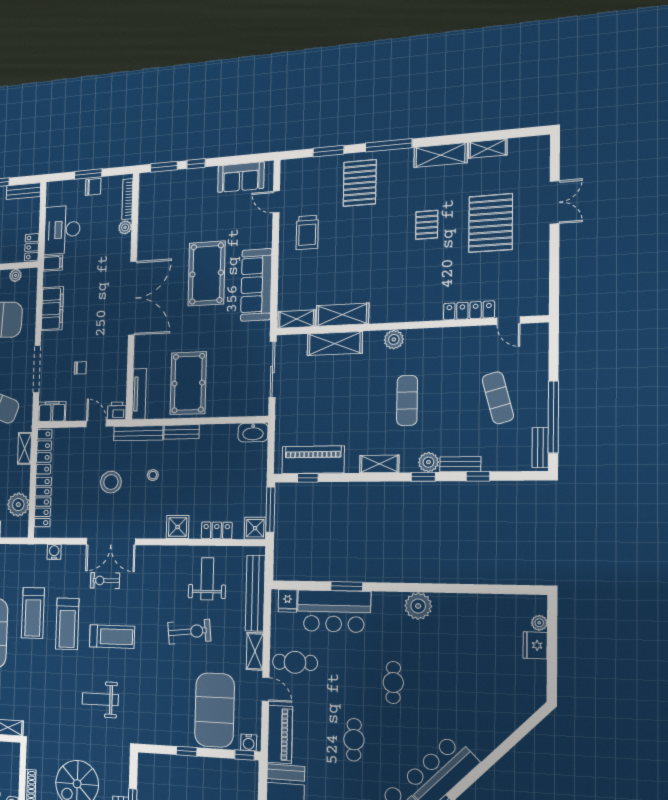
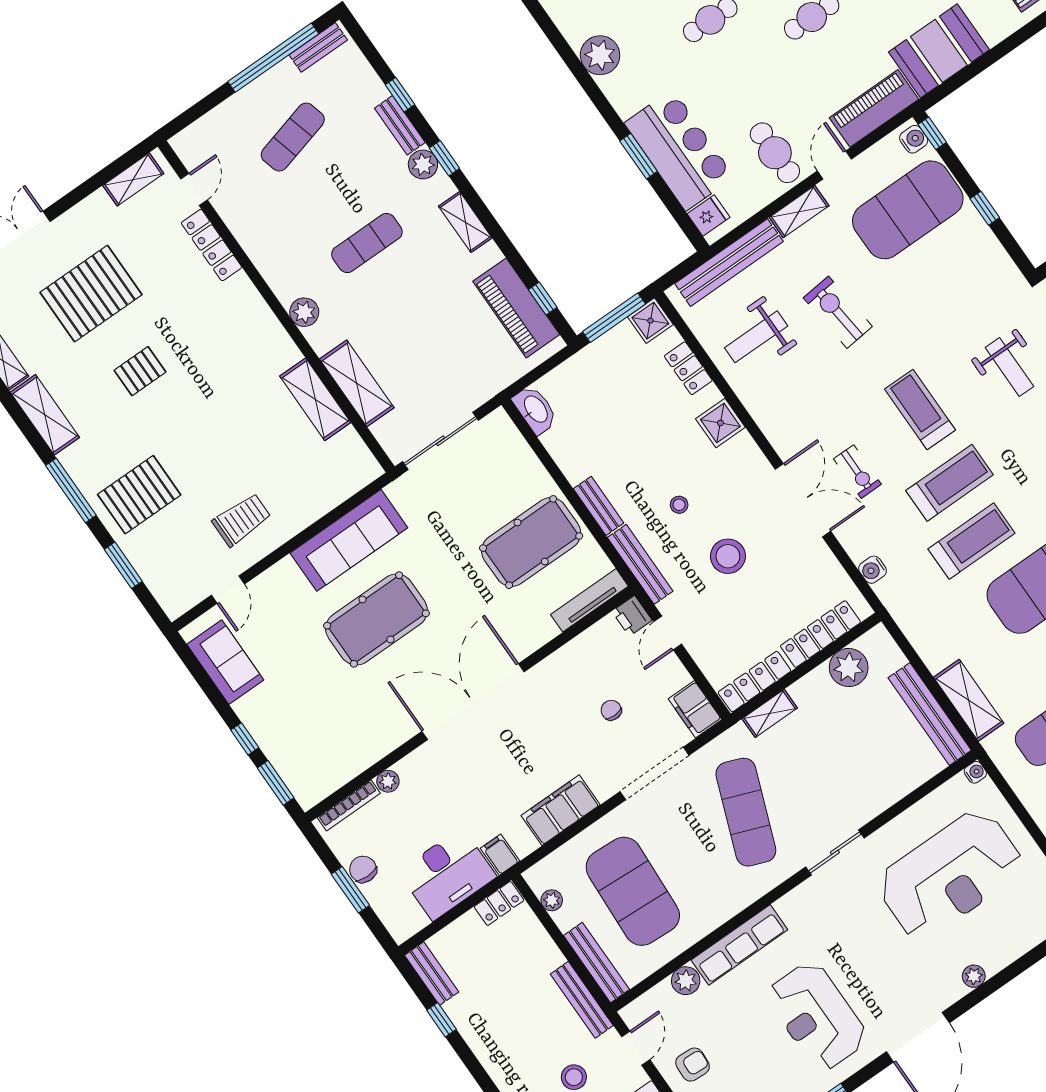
shelving: (297, 319) -> (133, 179), moved, turned 90

